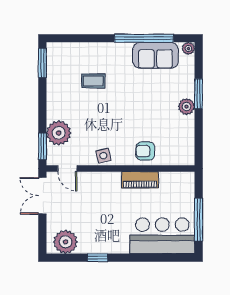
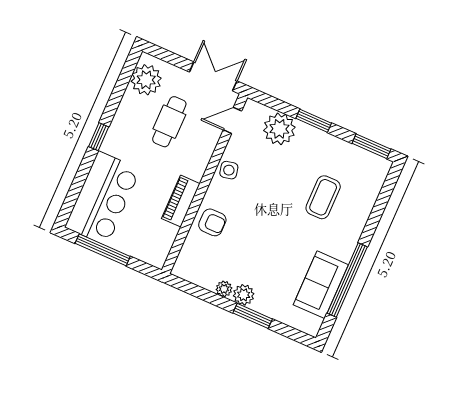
plant: (188, 48) -> (224, 289), moved
coffee table: (93, 81) -> (323, 197), width x1.36, depth x1.30
window: (42, 146) -> (314, 121), moved
armchair: (145, 151) -> (212, 222), turned 90
cafe table: (88, 213) -> (169, 122), added
window: (98, 258) -> (99, 137), moved

